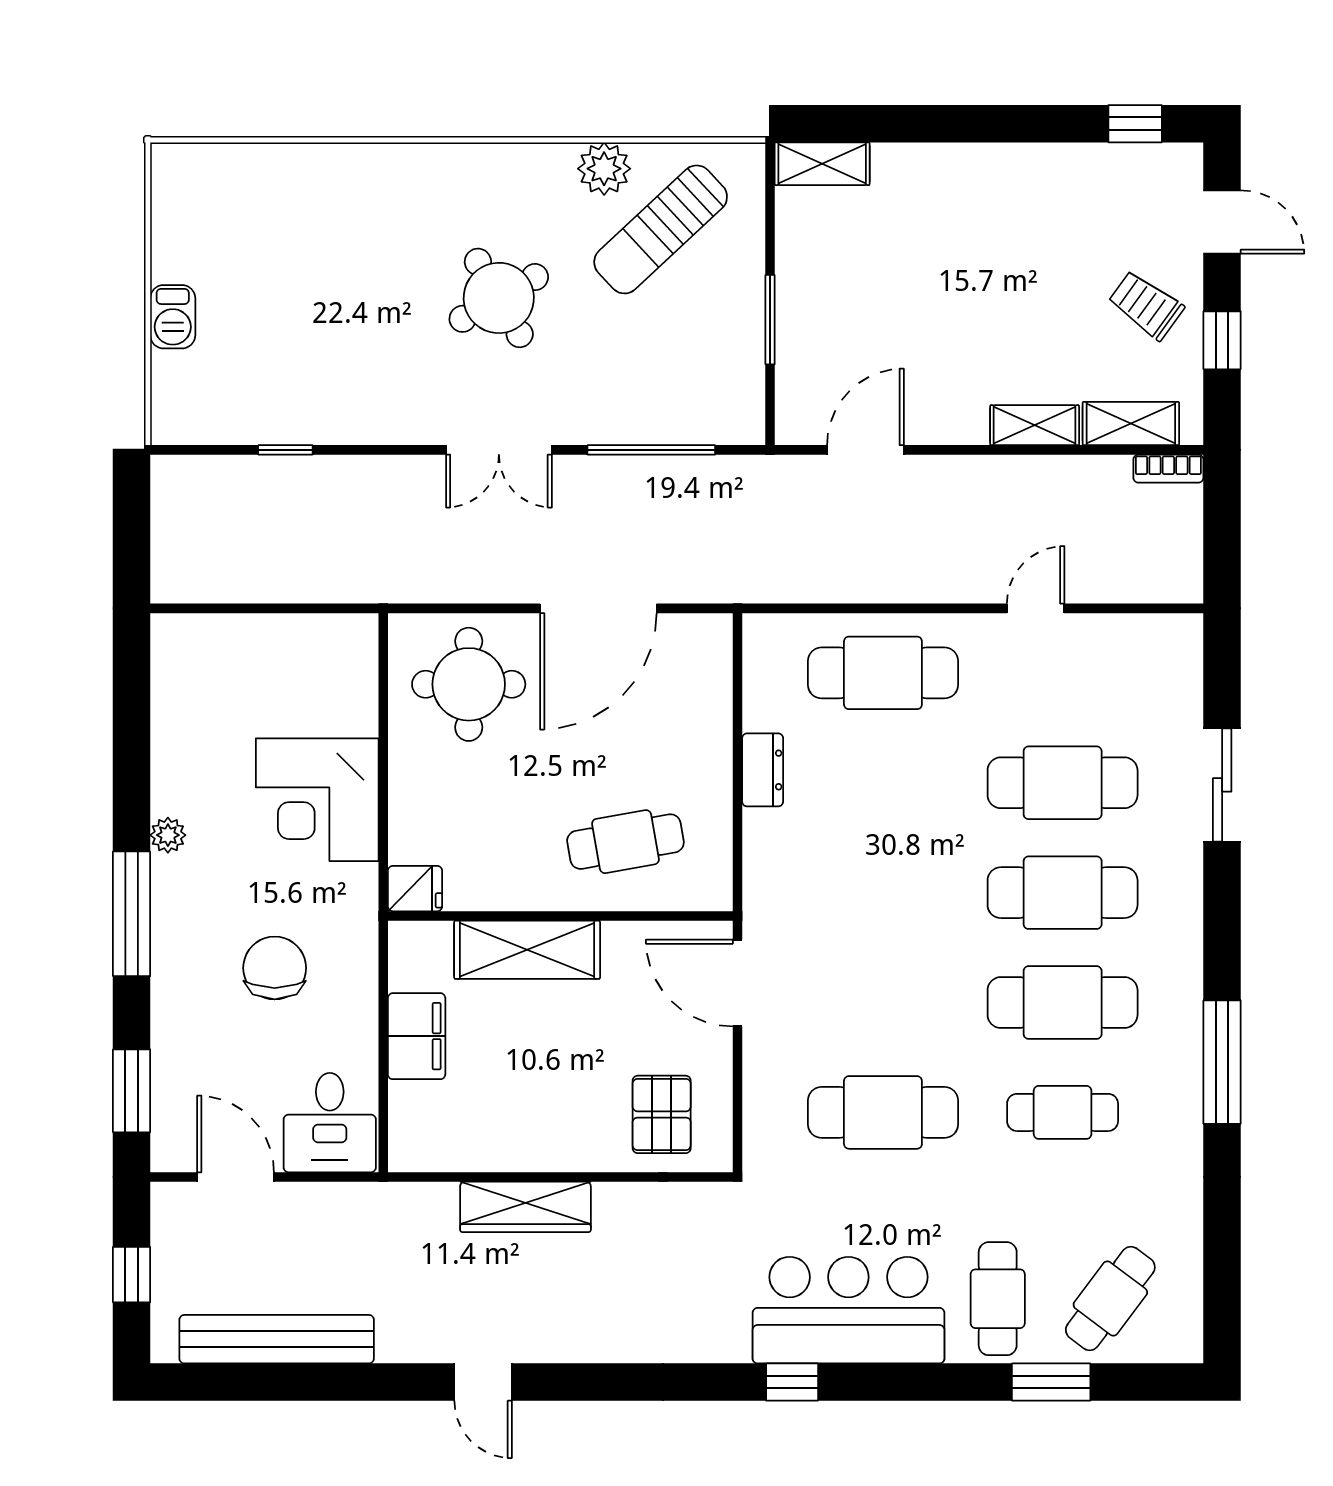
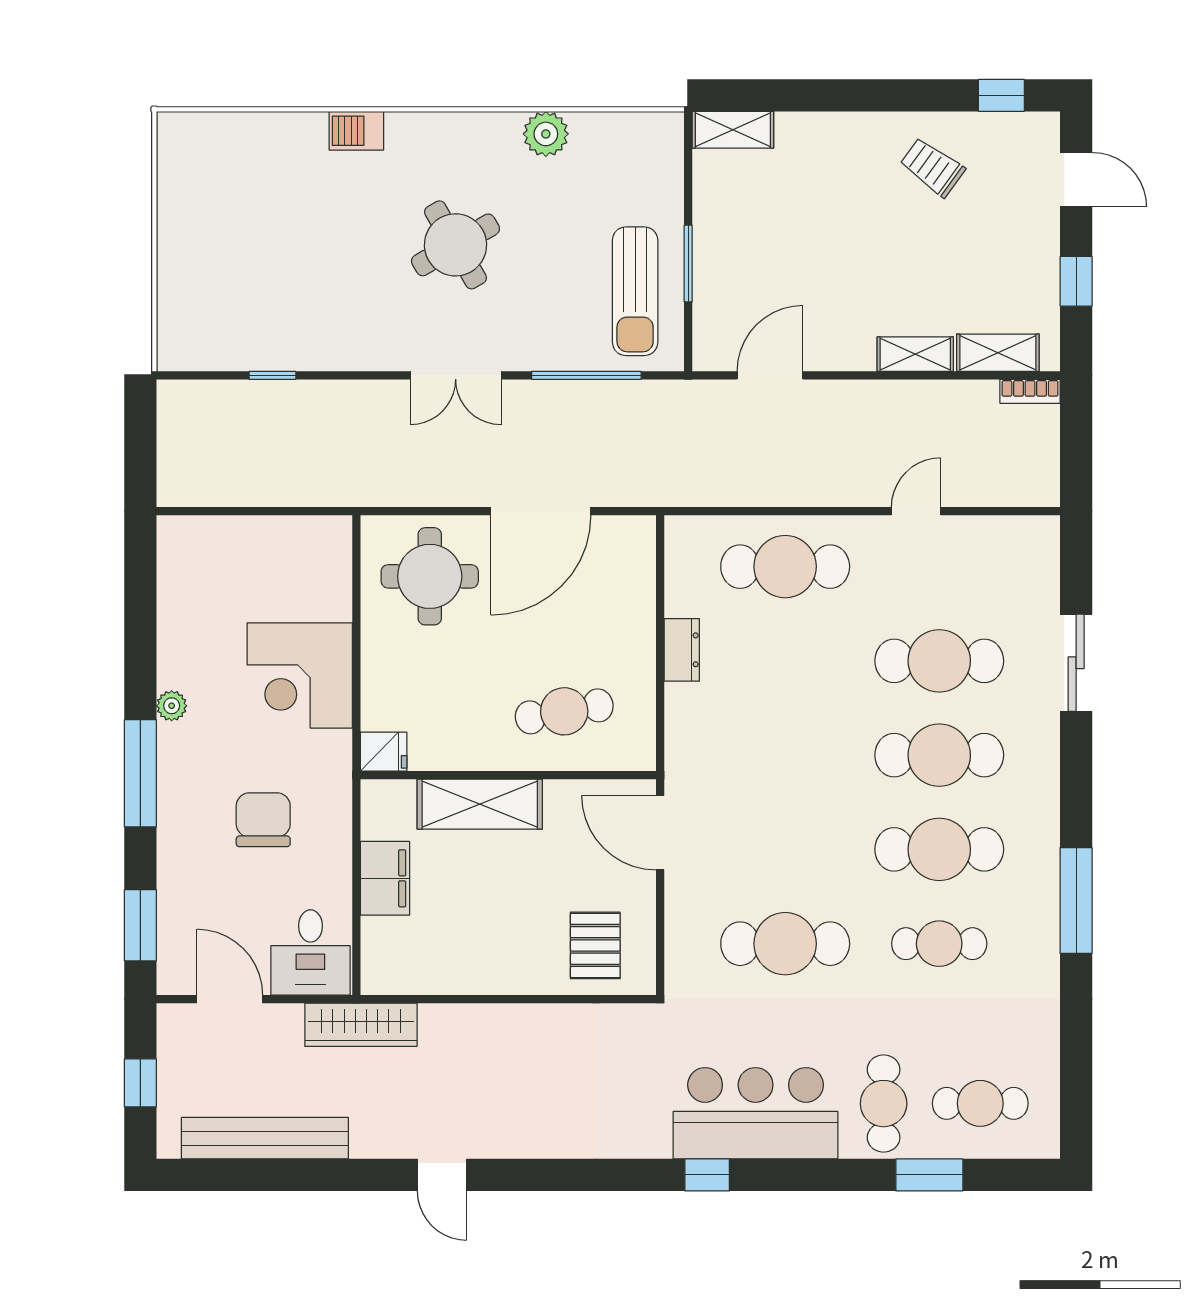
sun lounger: (661, 229) -> (635, 291), moved, turned -47
trolley: (1146, 305) -> (932, 167), moved
barbecue: (173, 317) -> (356, 131), moved, turned 90
wardrobe: (525, 1207) -> (361, 1025), moved
cafe table: (1110, 1299) -> (980, 1103), turned 53

